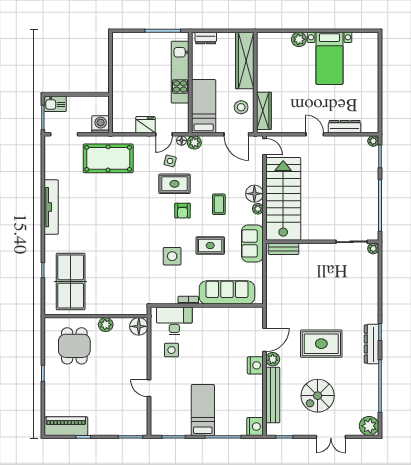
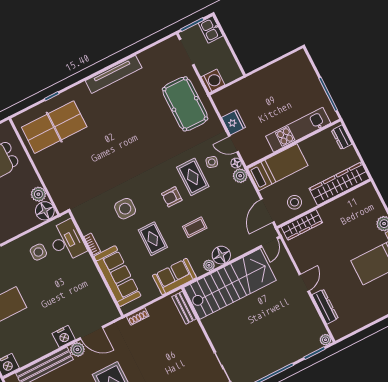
shoe rack: (271, 293) -> (138, 316), added
plant: (106, 325) -> (38, 194), moved

